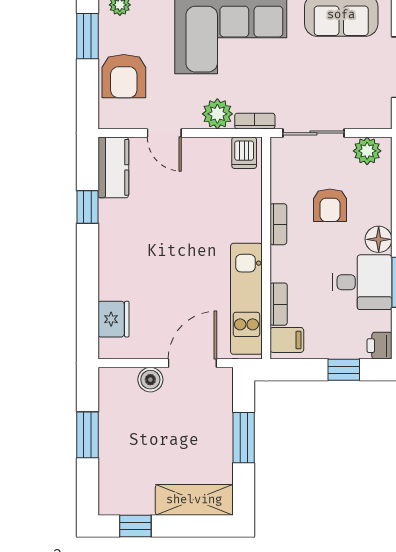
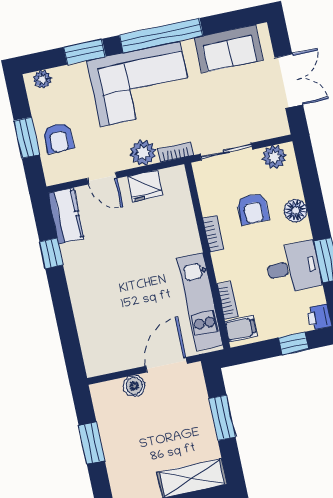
window: (87, 36) -> (27, 138), moved
armchair: (124, 76) -> (58, 138), width x0.72, depth x0.72
dishwasher: (244, 153) -> (172, 180), removed
floor lamp: (379, 239) -> (296, 211), moved
fridge: (114, 319) -> (145, 186), moved, turned 90

